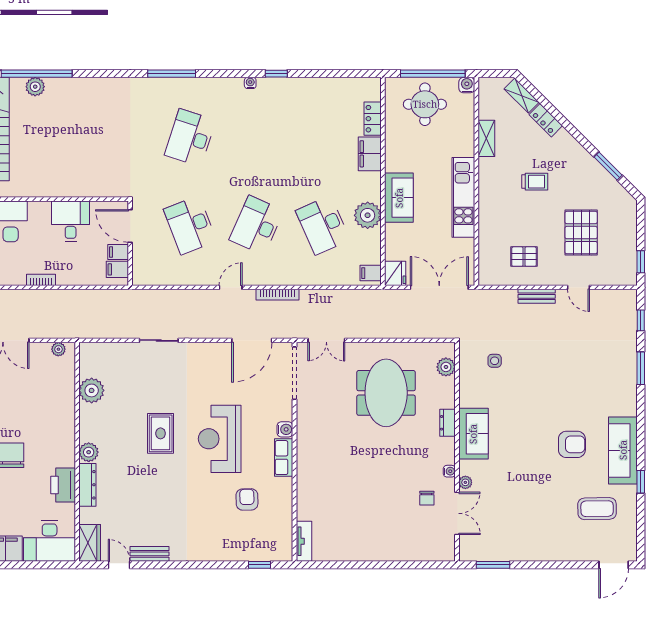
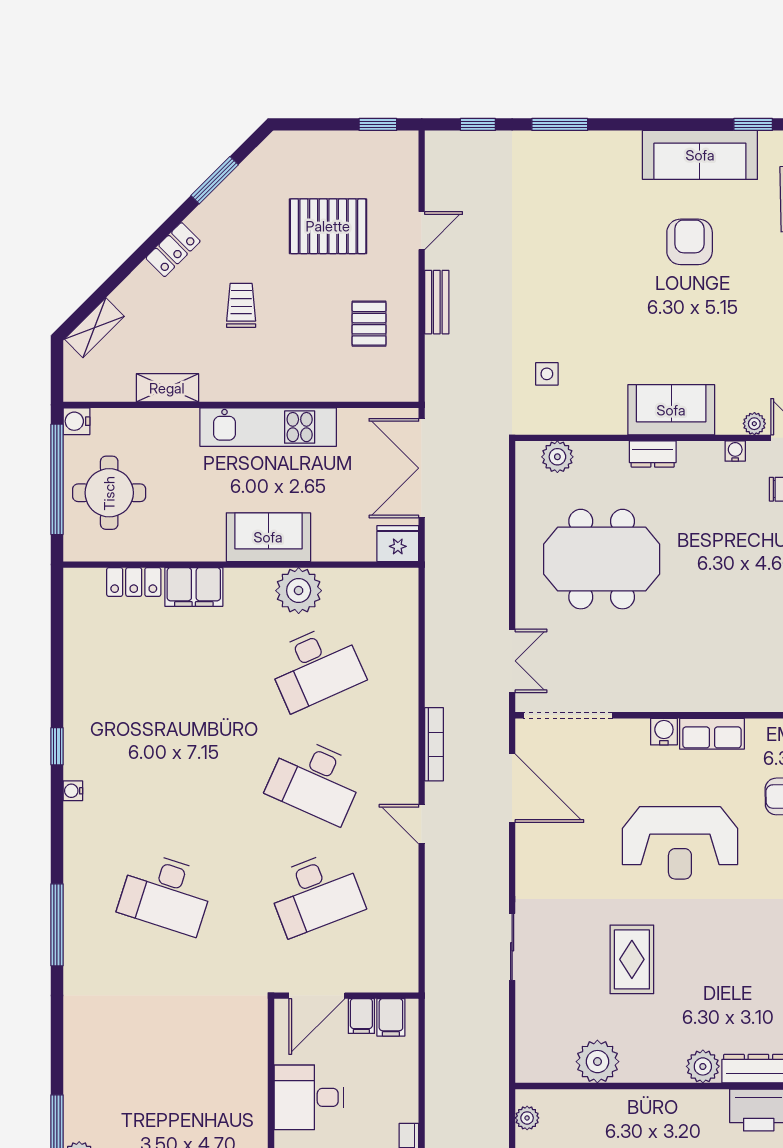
locker: (546, 120) -> (173, 250), moved
filing cabinet: (371, 273) -> (397, 585), removed
rug: (161, 433) -> (632, 959), moved, turned 90

